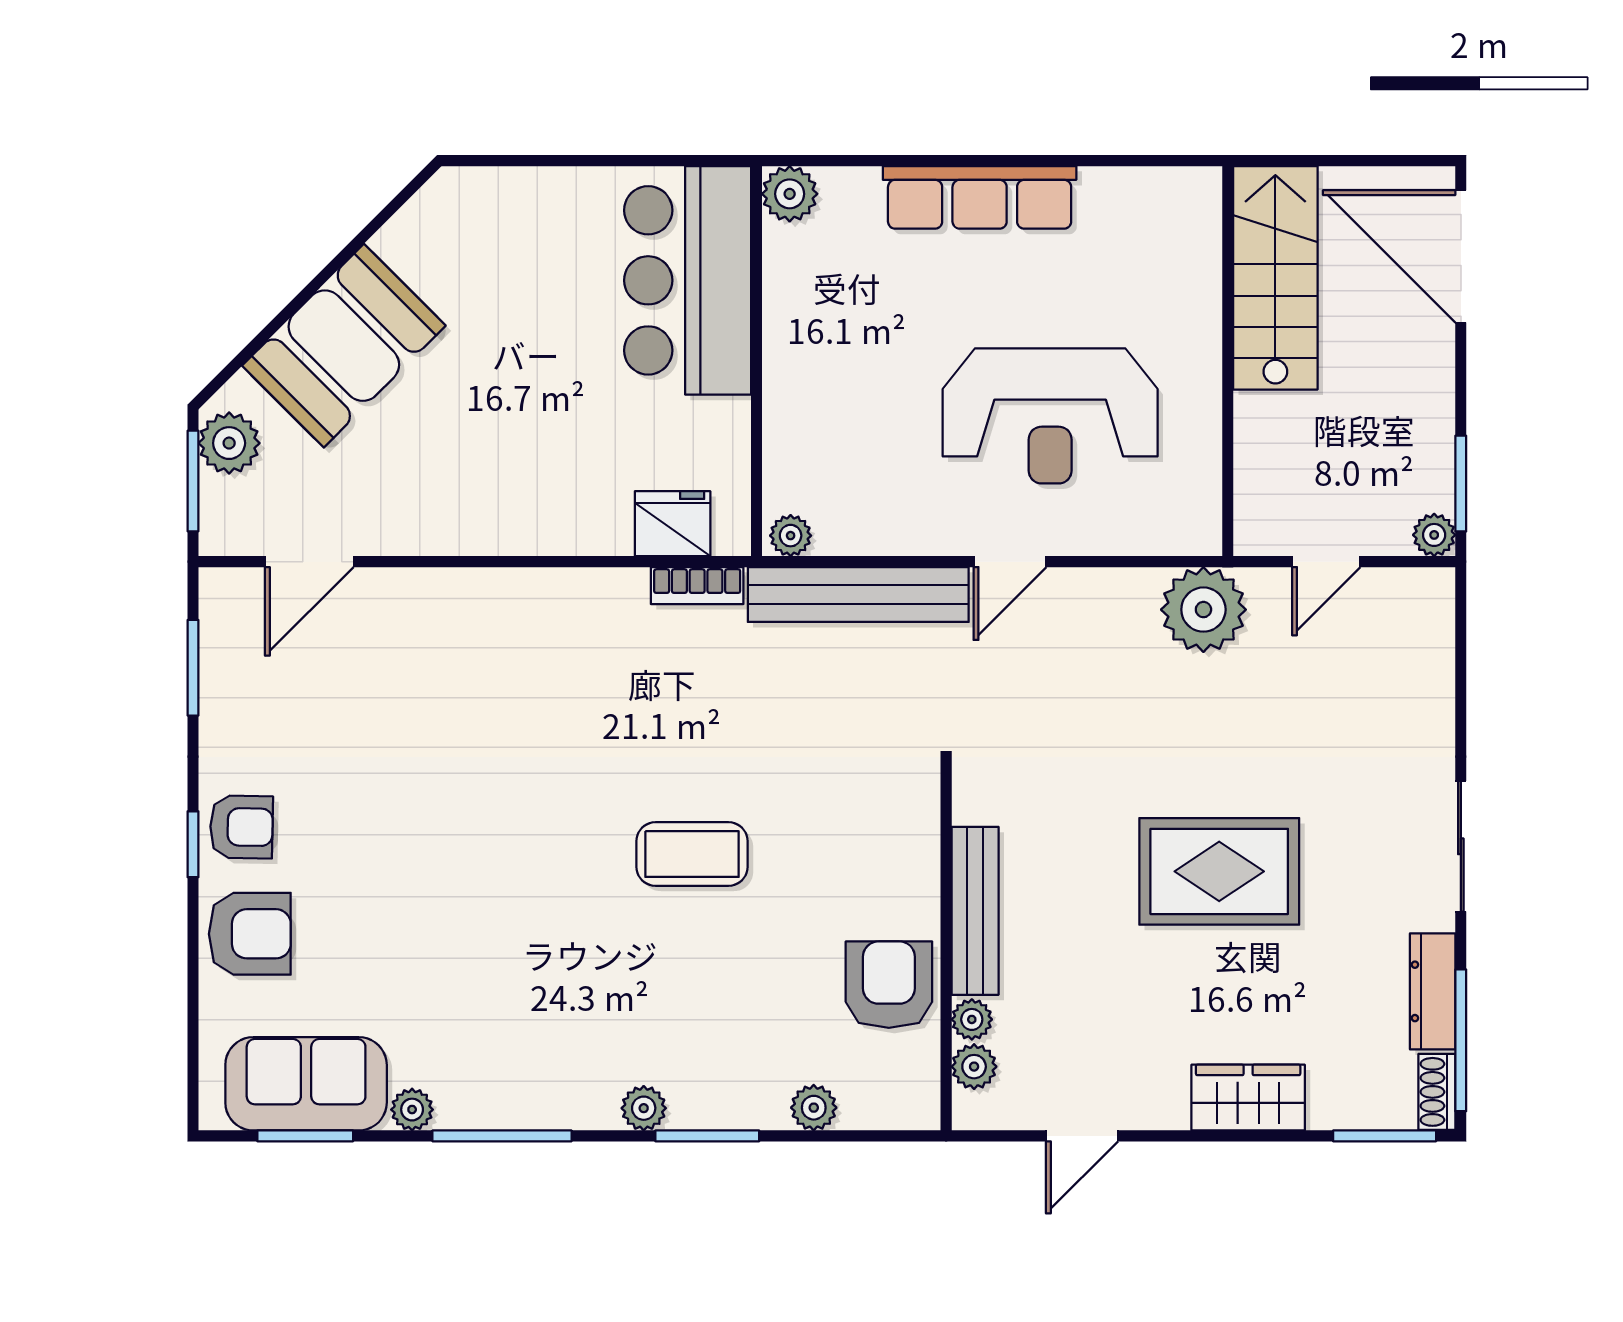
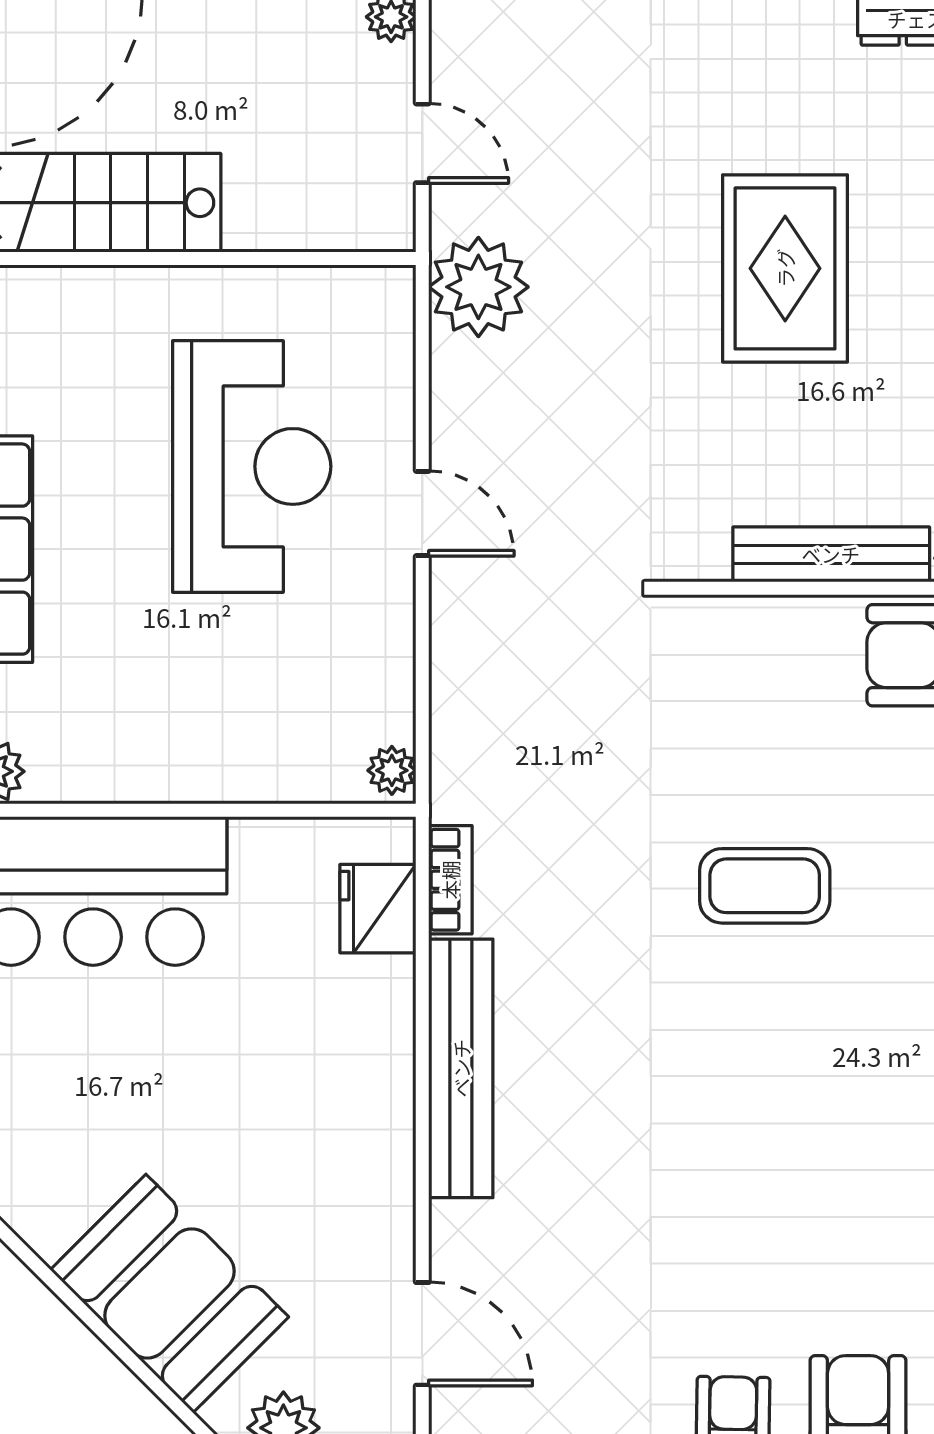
bench: (858, 594) -> (461, 1068), moved
coffee table: (692, 854) -> (765, 886), turned 90

